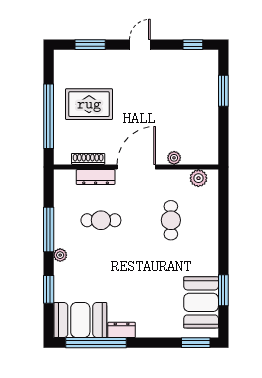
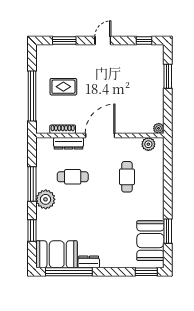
rug: (89, 104) -> (63, 87), width x0.73, depth x0.70
plant: (174, 158) -> (159, 128), moved
plant: (60, 255) -> (46, 199), width x1.87, depth x1.87

